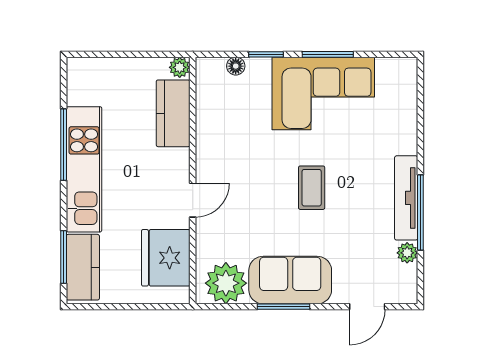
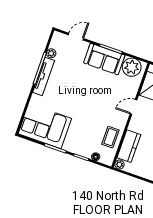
corner sofa: (323, 94) -> (45, 126), moved
coffee table: (312, 188) -> (110, 137), moved

